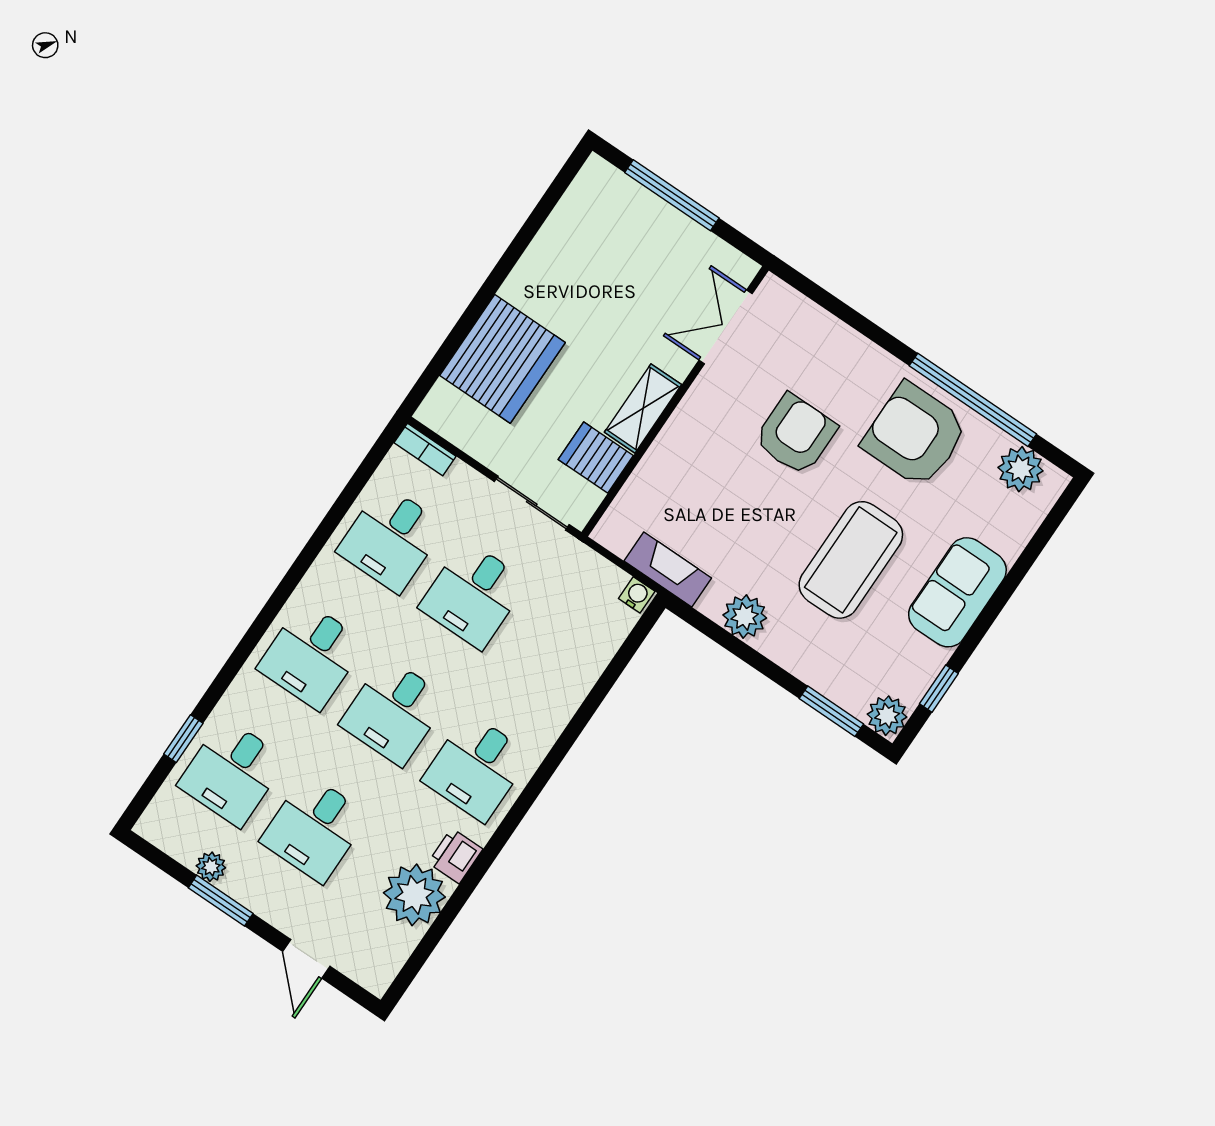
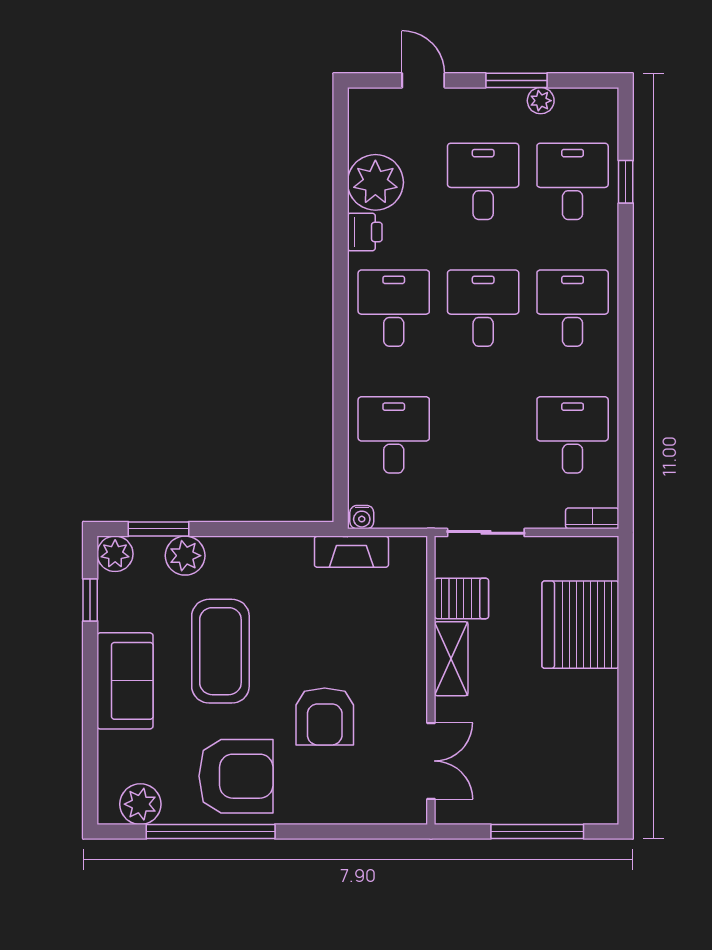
desk: (473, 595) -> (394, 435), moved
plant: (745, 616) -> (185, 556), moved

